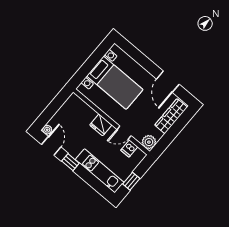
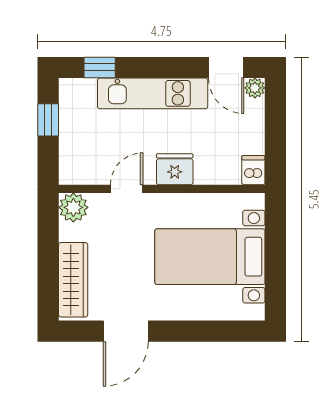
door: (168, 82) -> (126, 331), swing flipped
dishwasher: (129, 149) -> (253, 170), moved
window: (70, 162) -> (100, 67), moved
kitchen unit: (100, 171) -> (153, 93), moved

